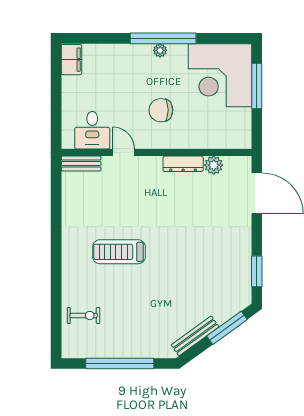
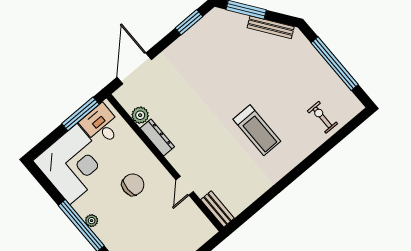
window: (257, 86) -> (80, 114), moved
chair: (161, 110) -> (133, 185), turned -90
desk: (92, 130) -> (101, 125), moved, turned -90

